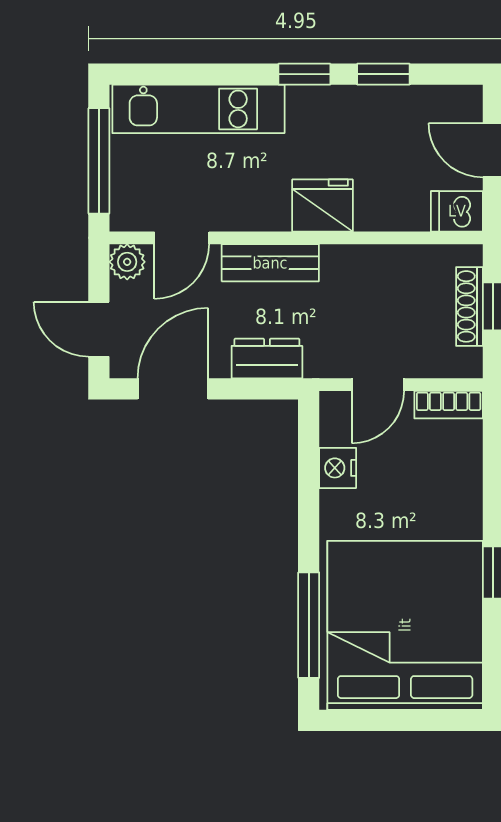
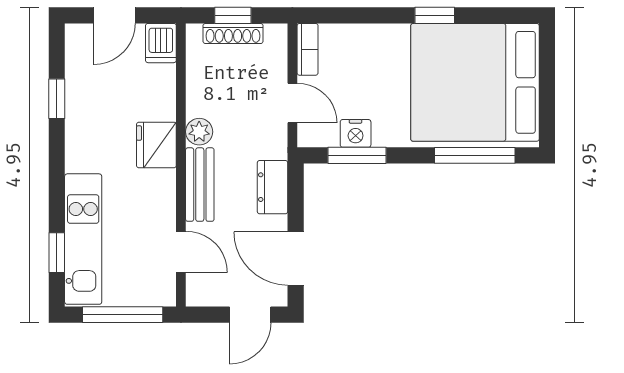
window: (304, 74) -> (57, 253), moved
plant: (127, 262) -> (199, 132), moved
window: (309, 470) -> (357, 155), added

